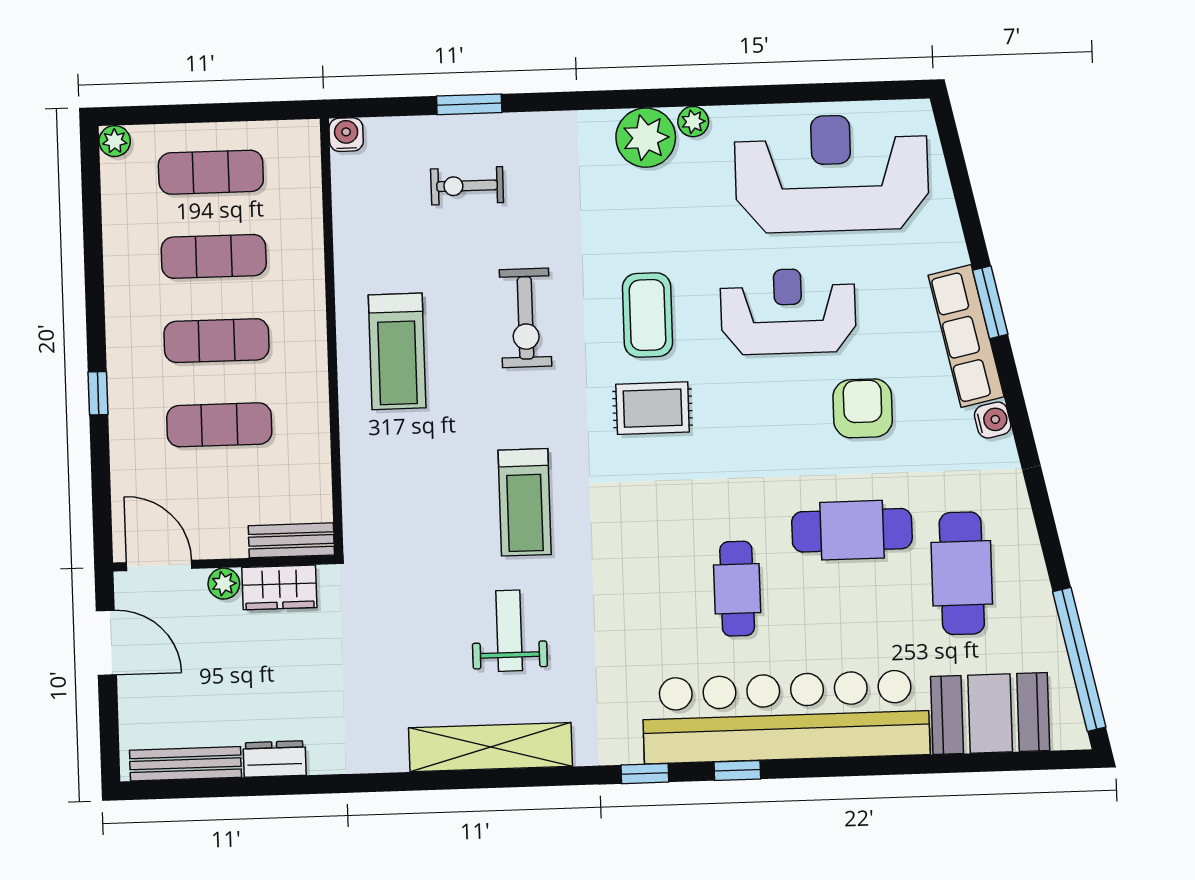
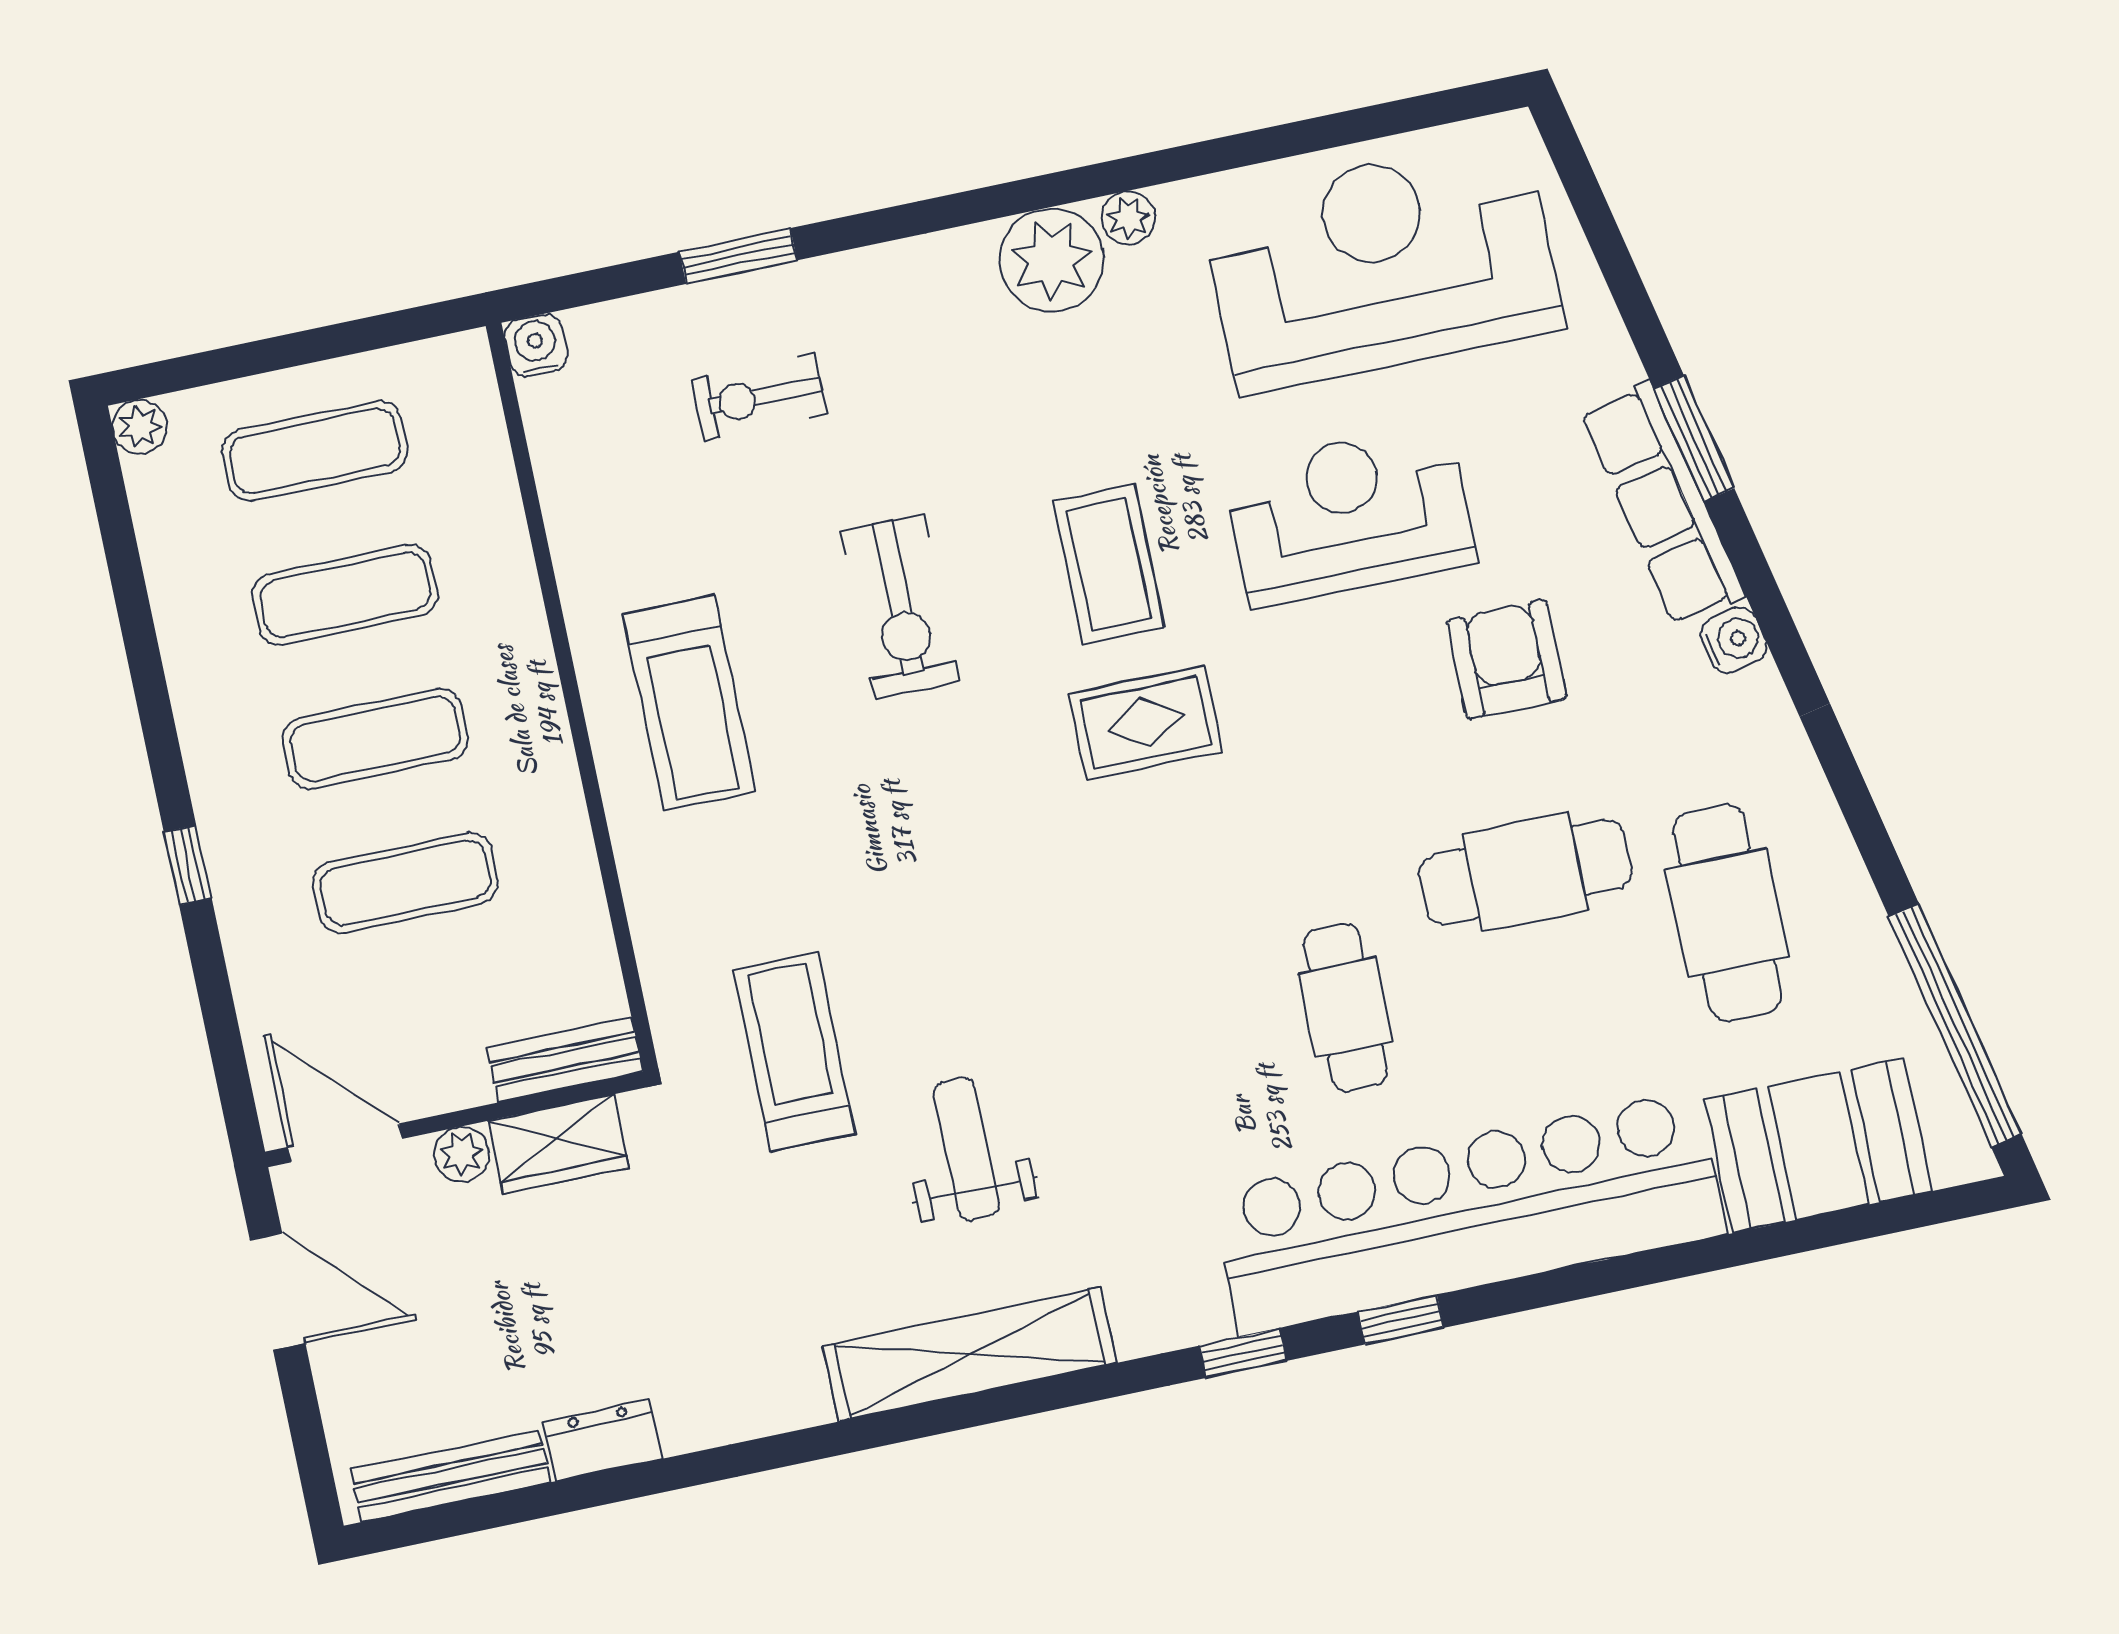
treadmill: (525, 502) -> (794, 1052), moved, turned 180

